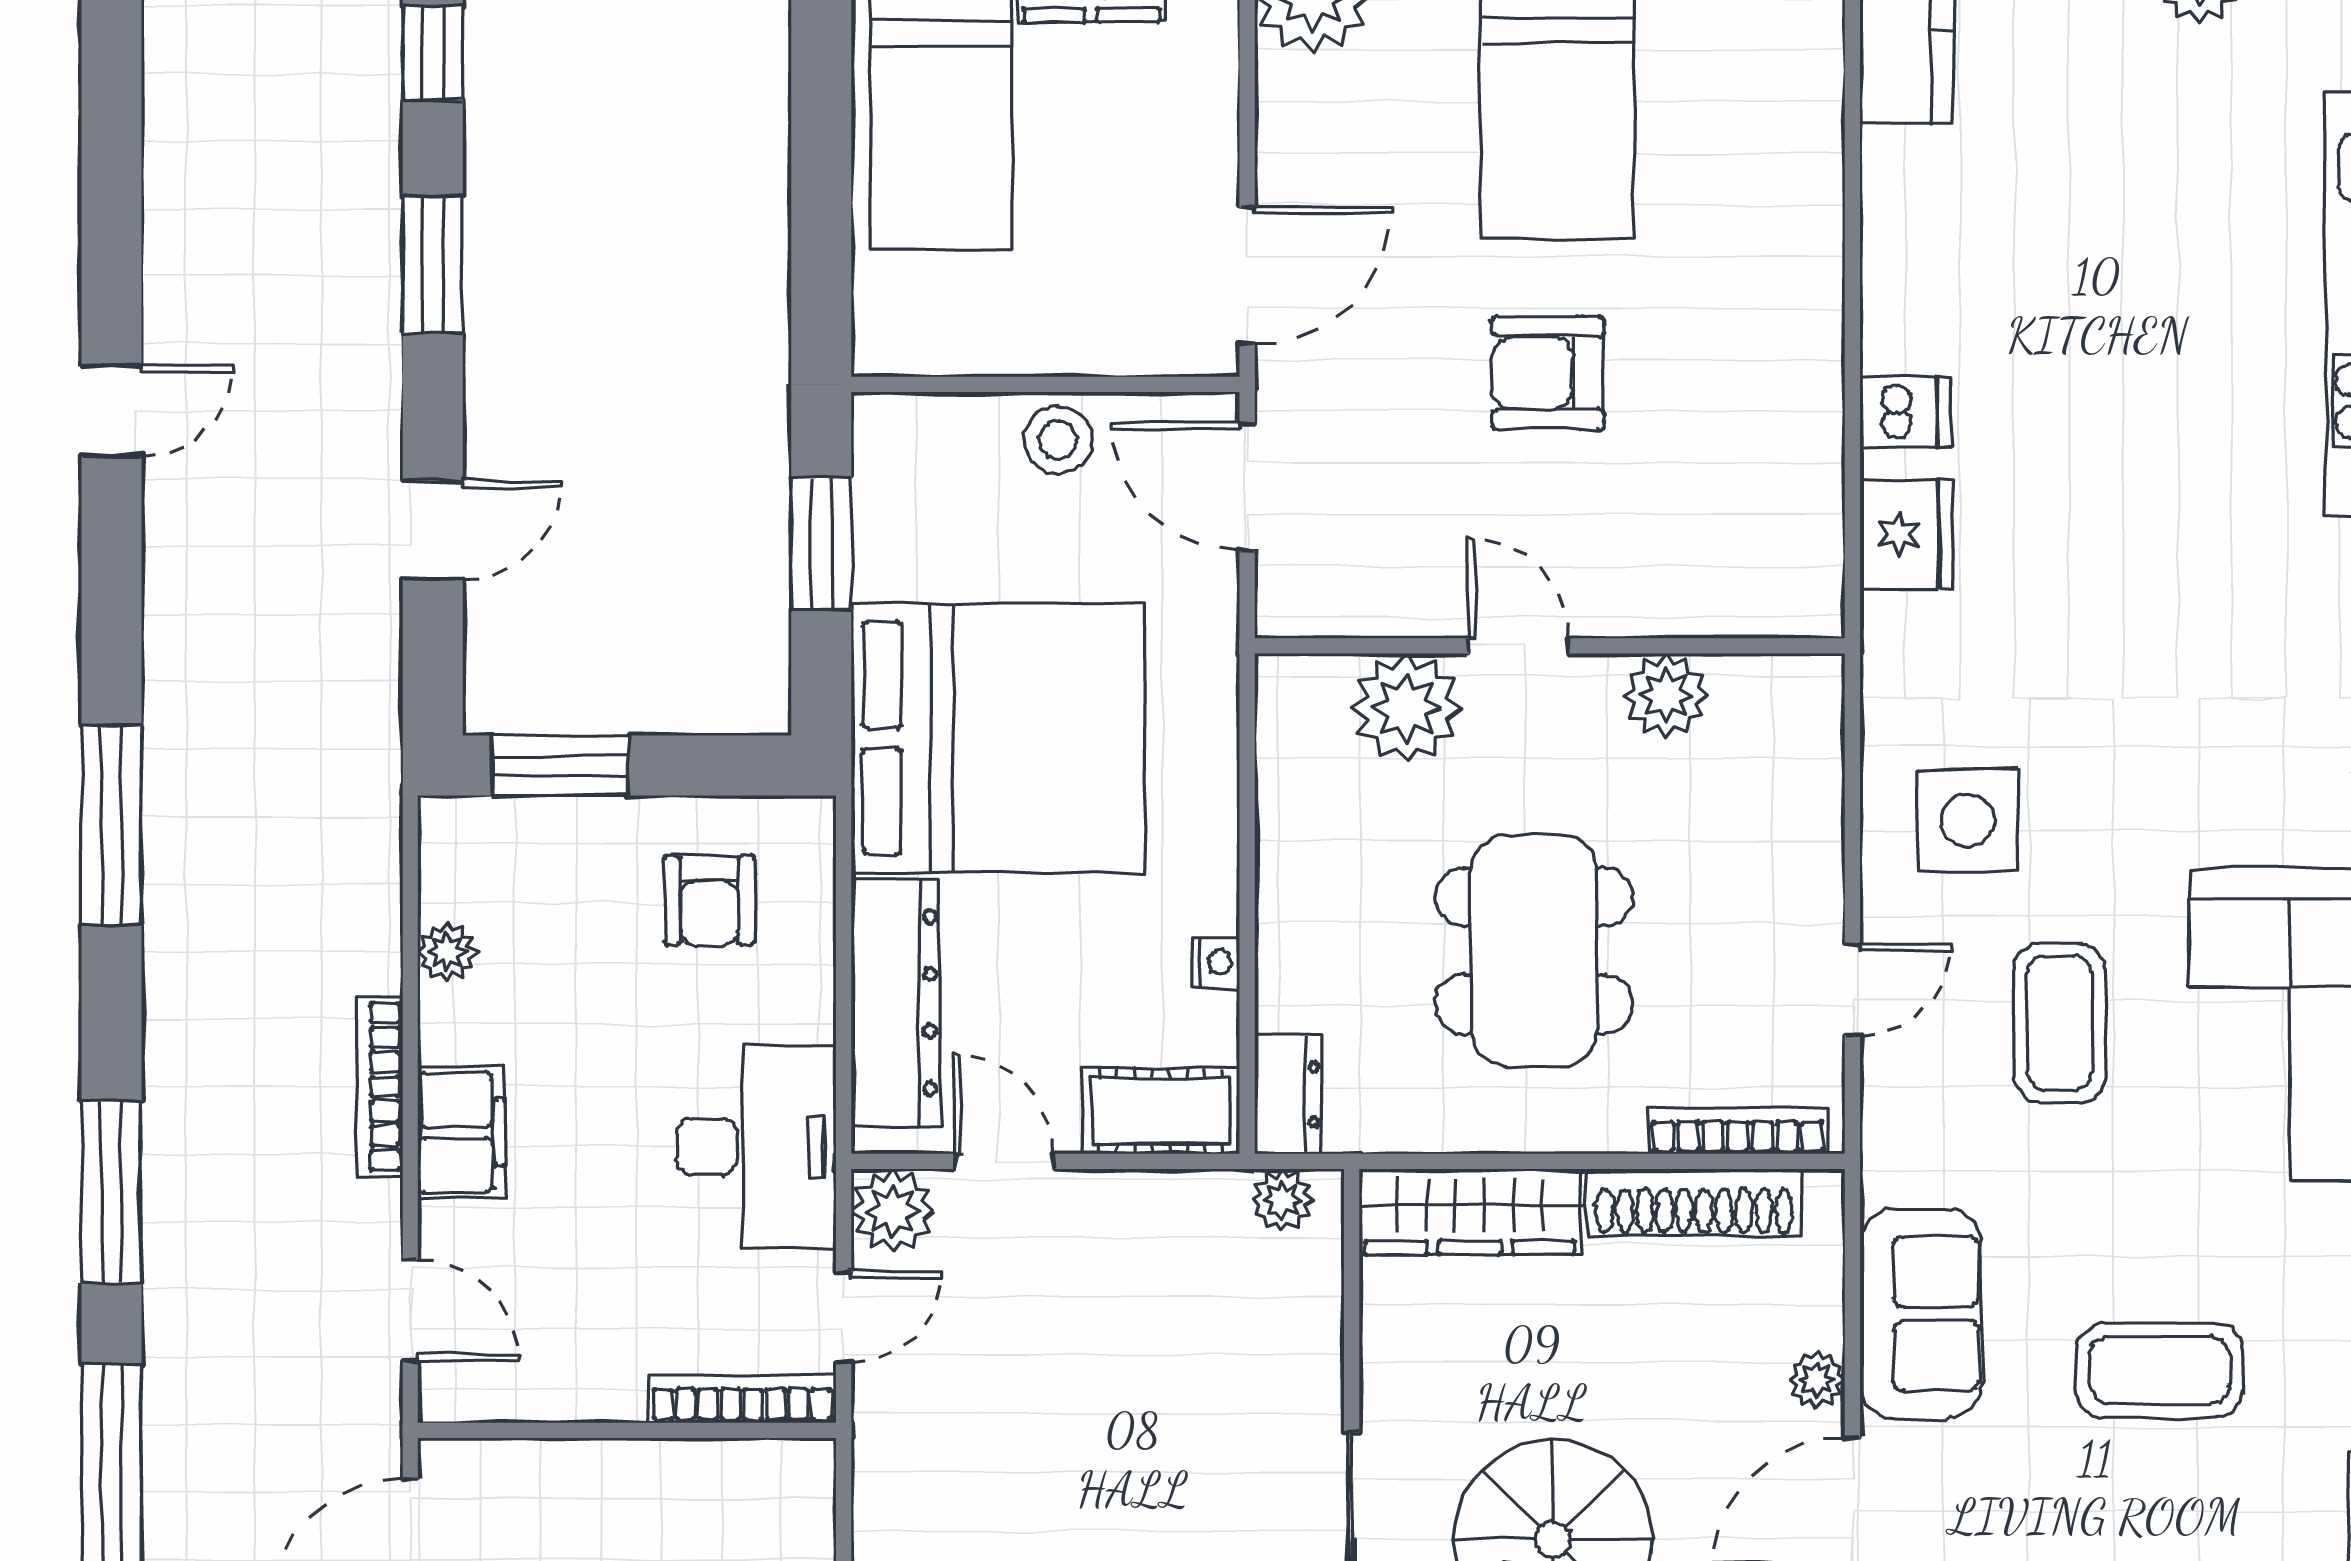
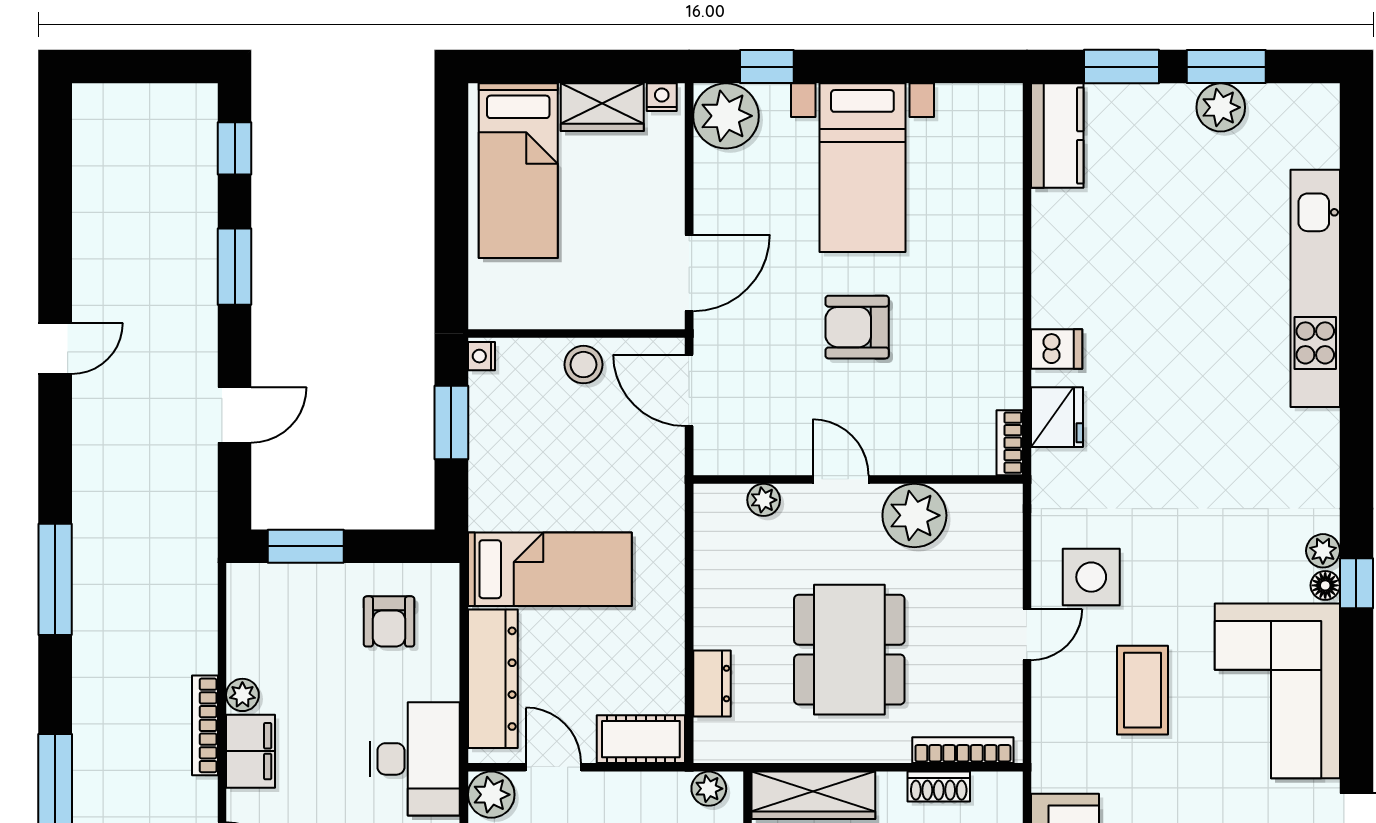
bookcase: (1822, 580) -> (1010, 443), added
plant: (1666, 695) -> (914, 515), width x1.36, depth x1.36
plant: (1406, 708) -> (764, 500), width x0.53, depth x0.53
bed: (998, 738) -> (550, 569), width x0.49
plant: (447, 952) -> (242, 695), moved
nightstand: (1216, 962) -> (482, 356), moved, turned 180
door: (1852, 989) -> (1027, 634), moved
dresser: (1288, 1095) -> (712, 684), moved
shoe rack: (1694, 1202) -> (939, 786), width x0.51, depth x0.81

